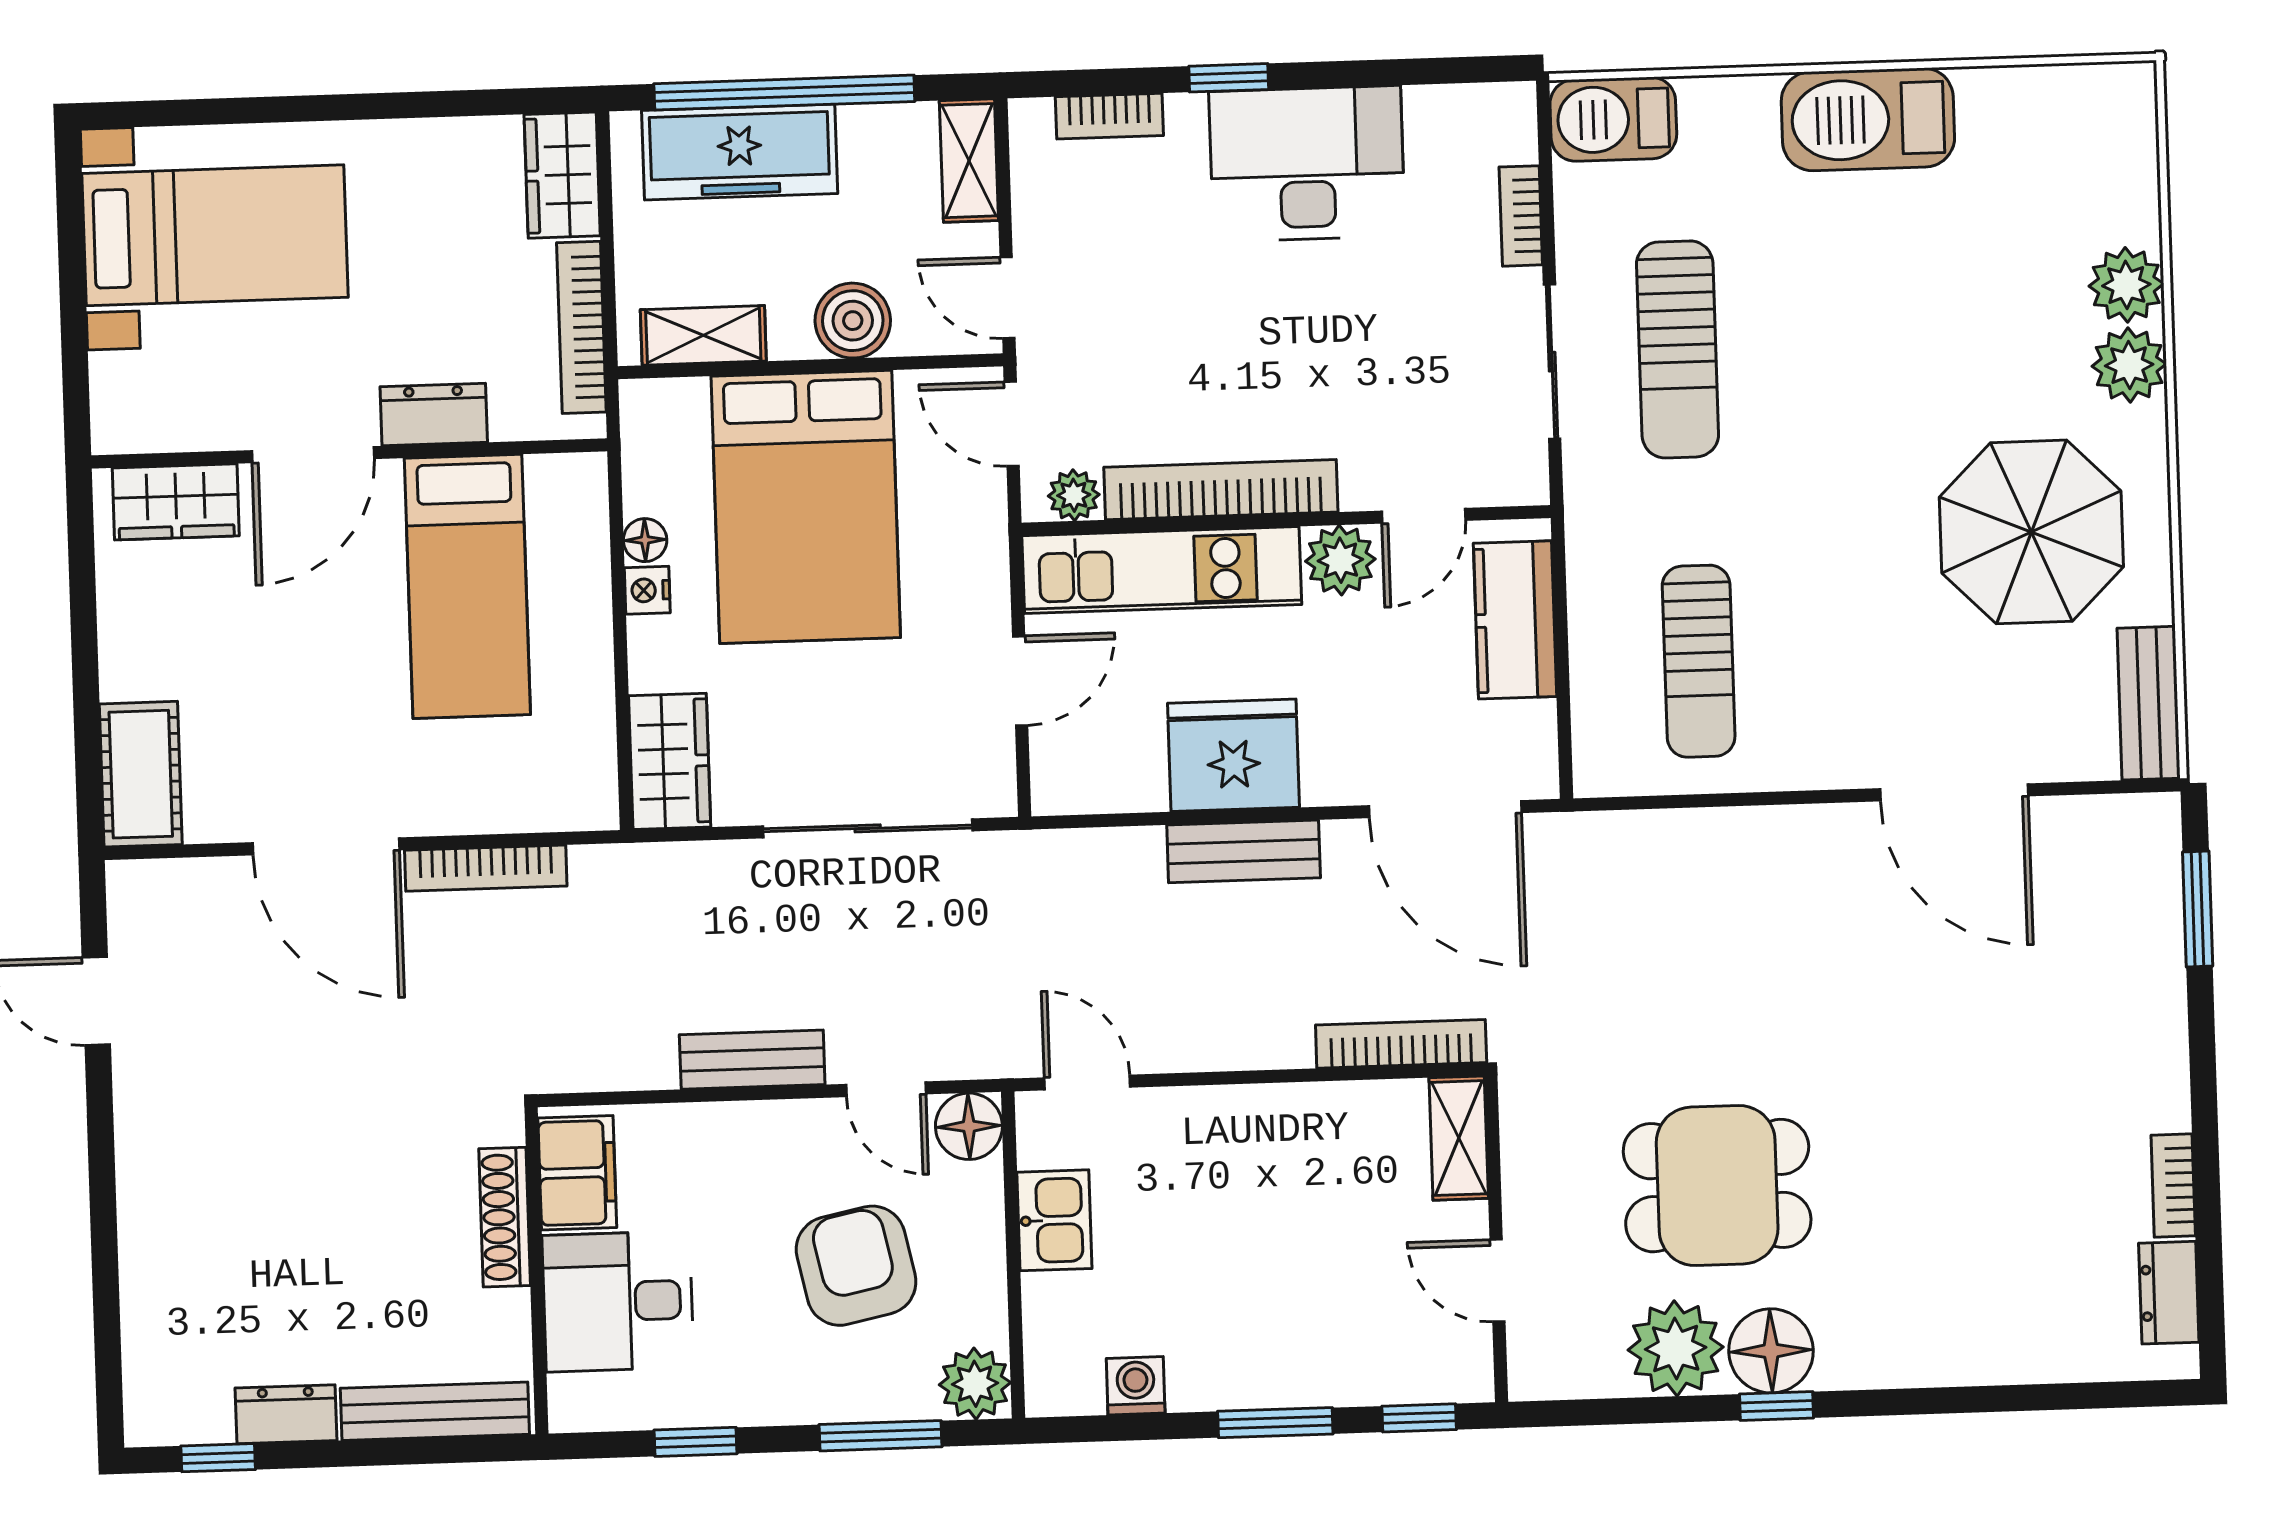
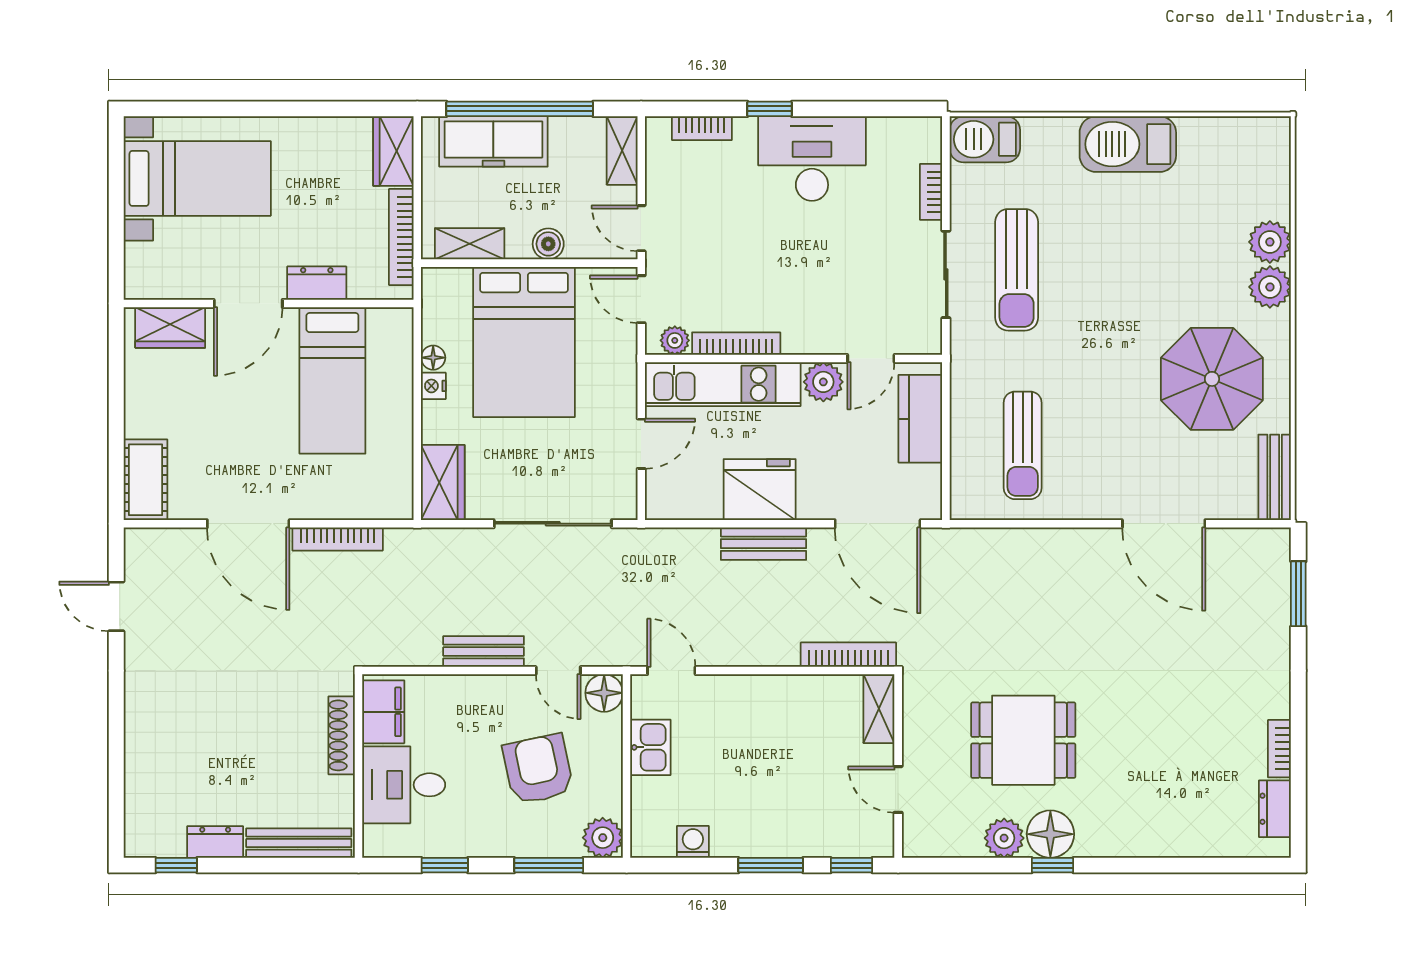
boiler: (853, 321) -> (548, 244), width x0.73, depth x0.73
bookcase: (1221, 490) -> (736, 344), width x0.68, depth x0.76
plant: (1676, 1348) -> (1004, 838), width x0.73, depth x0.73

